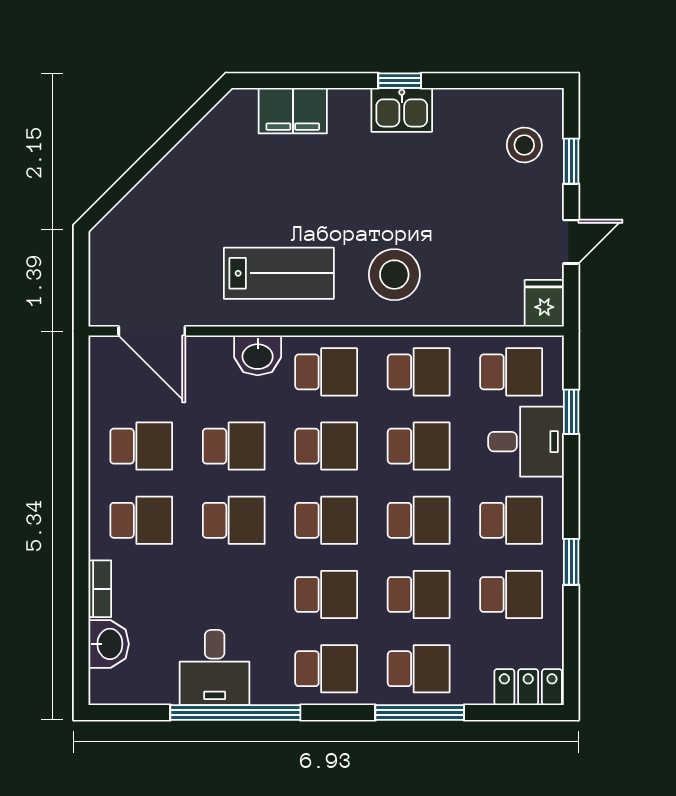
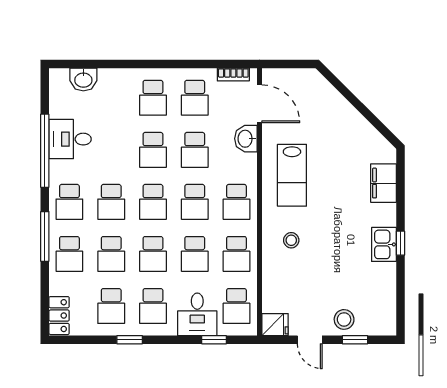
stool: (524, 145) -> (344, 319), moved
stool: (394, 275) -> (291, 240), width x0.53, depth x0.53
door: (152, 331) -> (259, 104), swing flipped
washbasin: (258, 355) -> (246, 139), moved
bookcase: (100, 589) -> (233, 75), moved
window: (420, 712) -> (45, 236), moved

